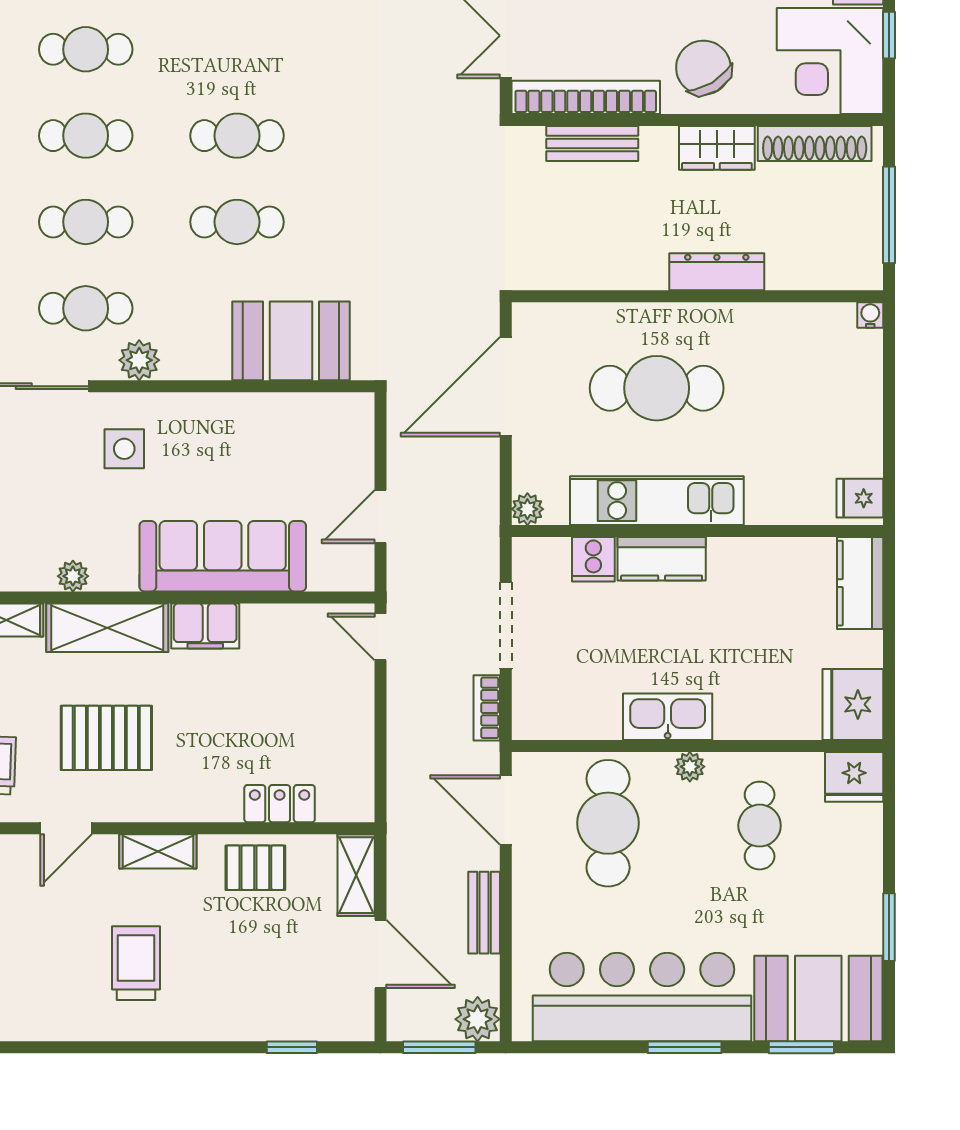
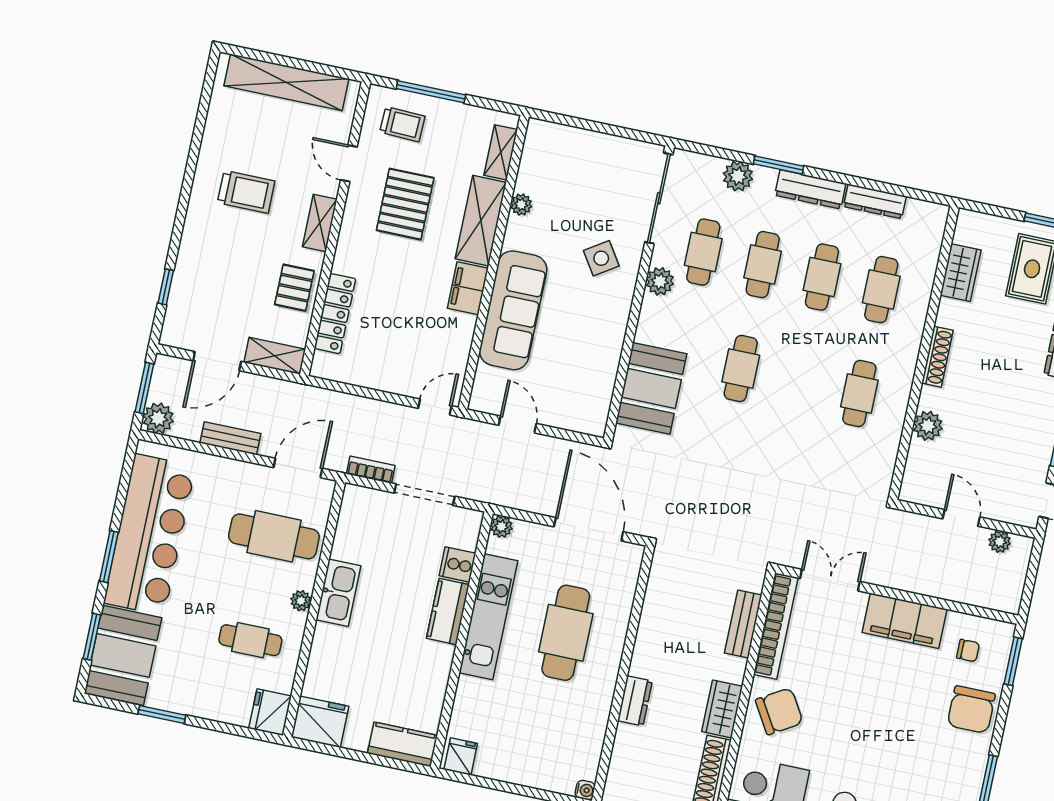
cafe table: (237, 136) -> (859, 394), moved
dresser: (717, 272) -> (635, 701), width x0.70
side table: (124, 449) -> (601, 258), turned -33
locker: (280, 804) -> (335, 314), width x1.53

